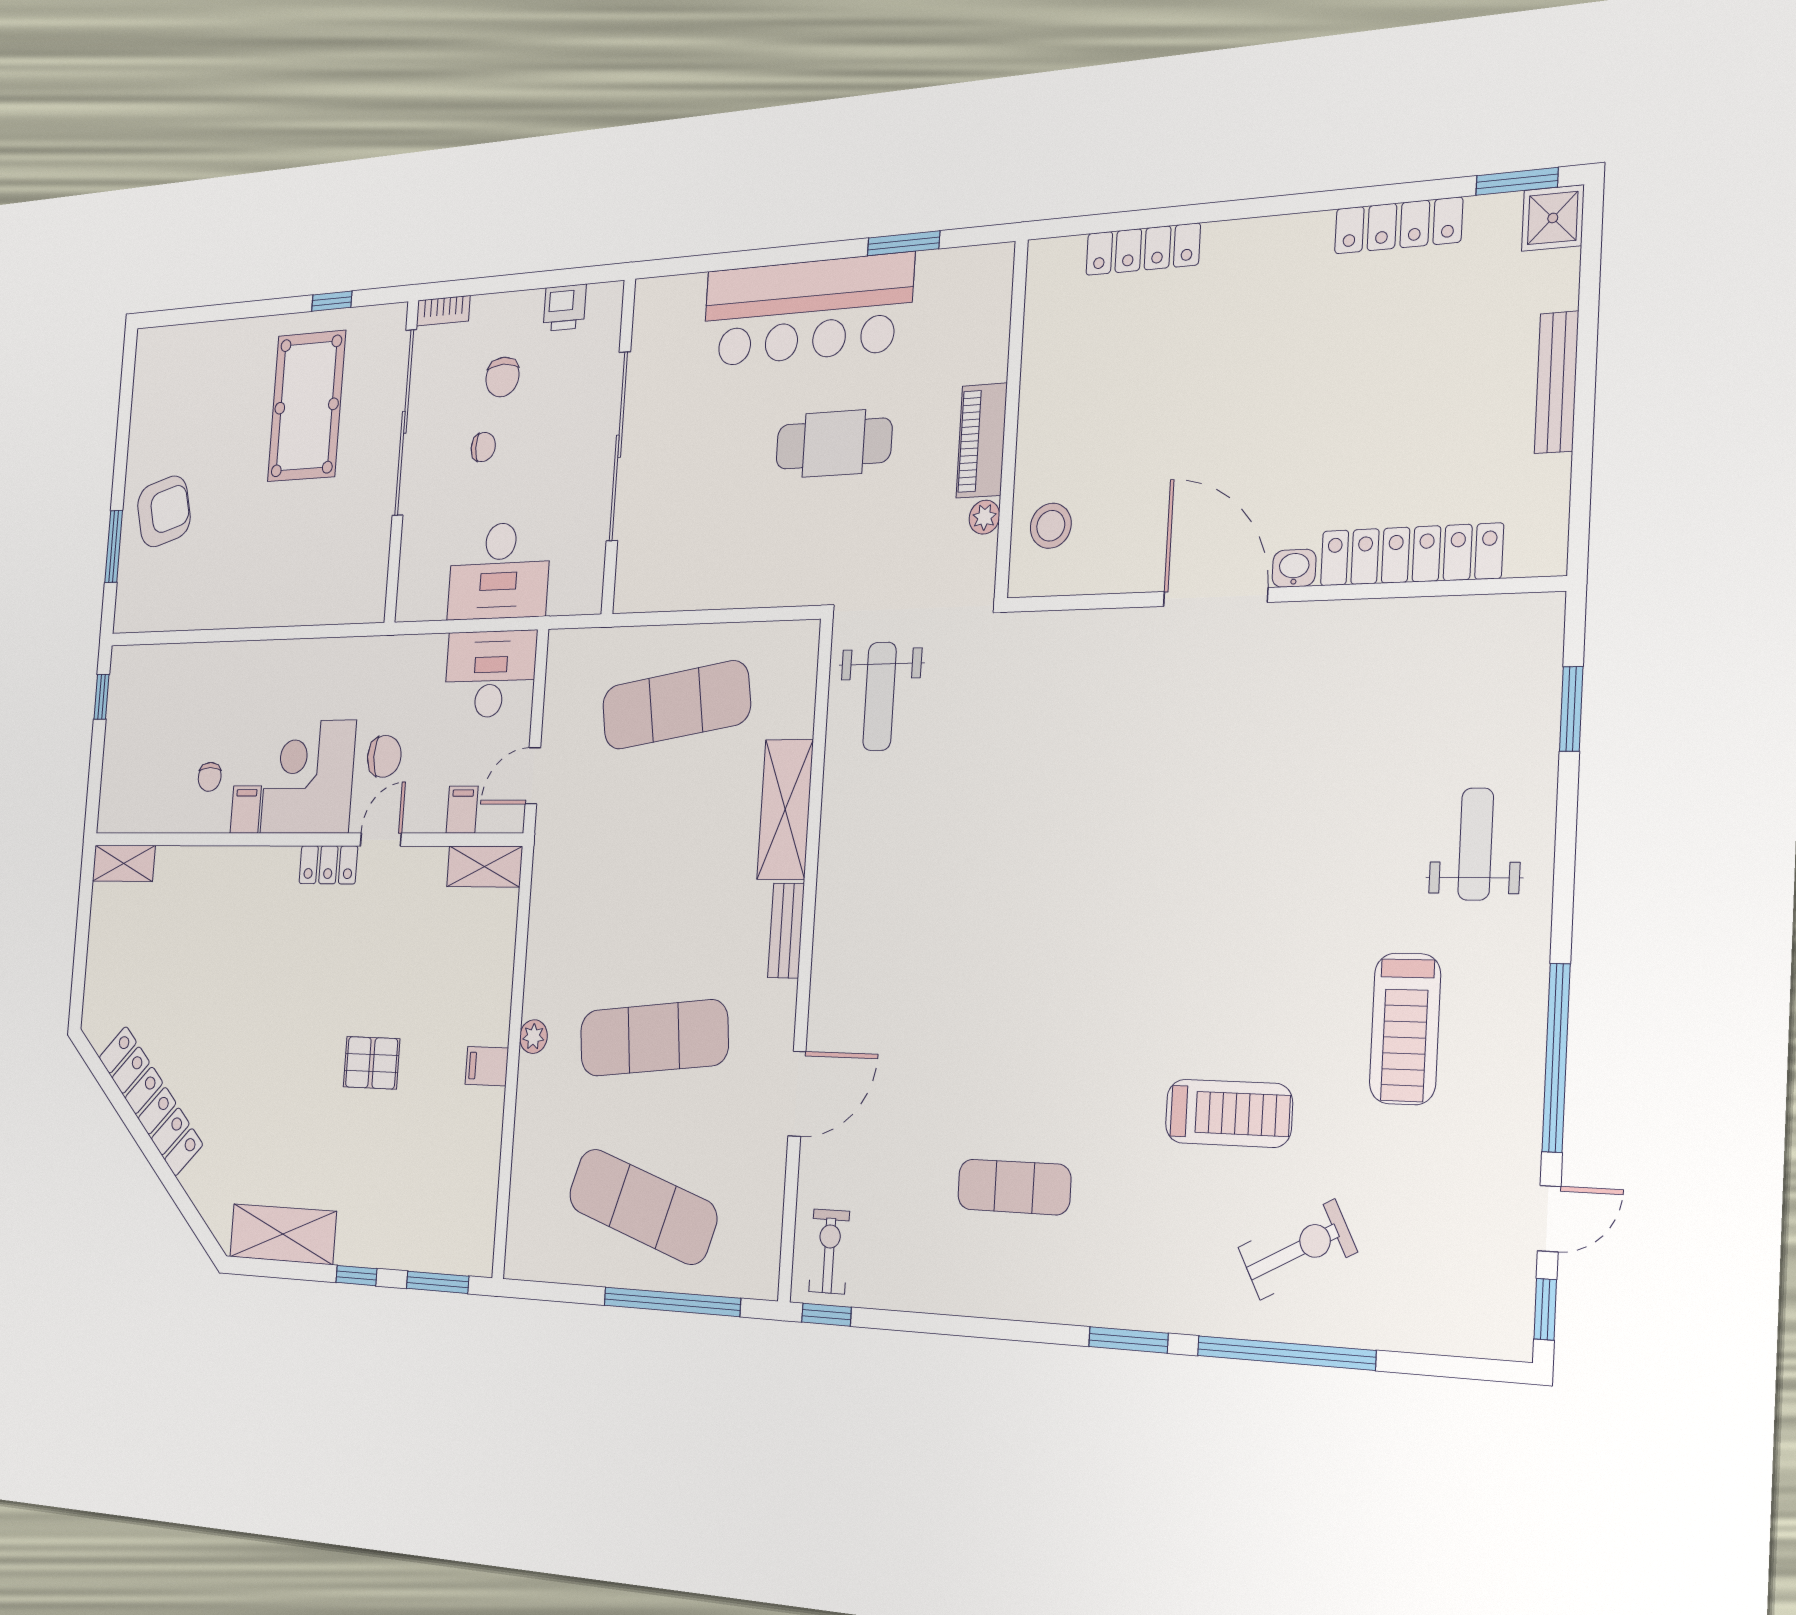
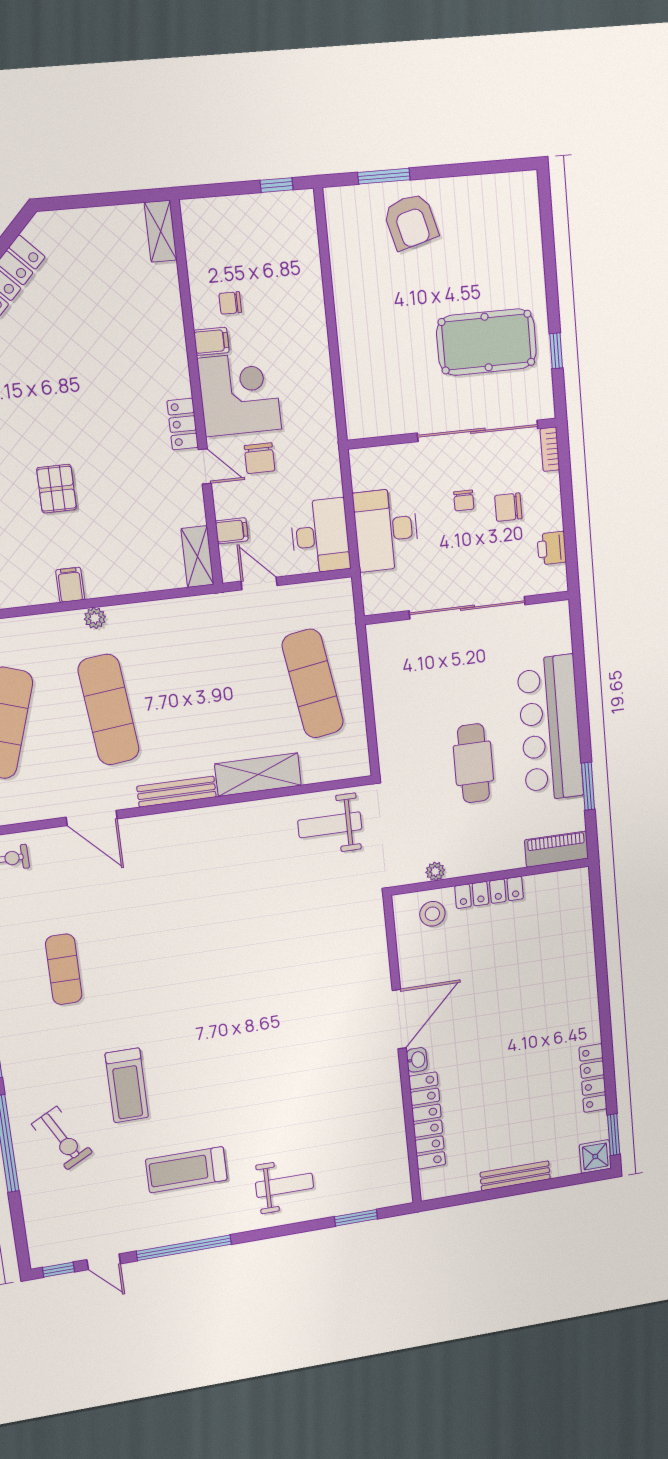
locker: (1143, 249) -> (489, 892), moved, turned -90
piano: (982, 441) -> (557, 849), moved
bench: (786, 931) -> (177, 792), width x1.36

